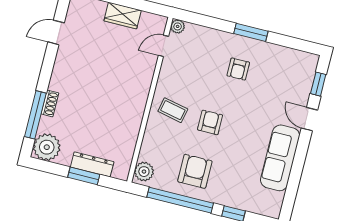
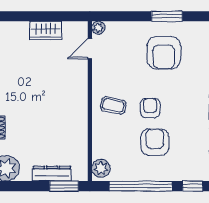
armchair: (238, 69) -> (164, 53), width x1.88, depth x1.88
armchair: (195, 171) -> (155, 142), moved
window: (84, 176) -> (64, 186), moved

